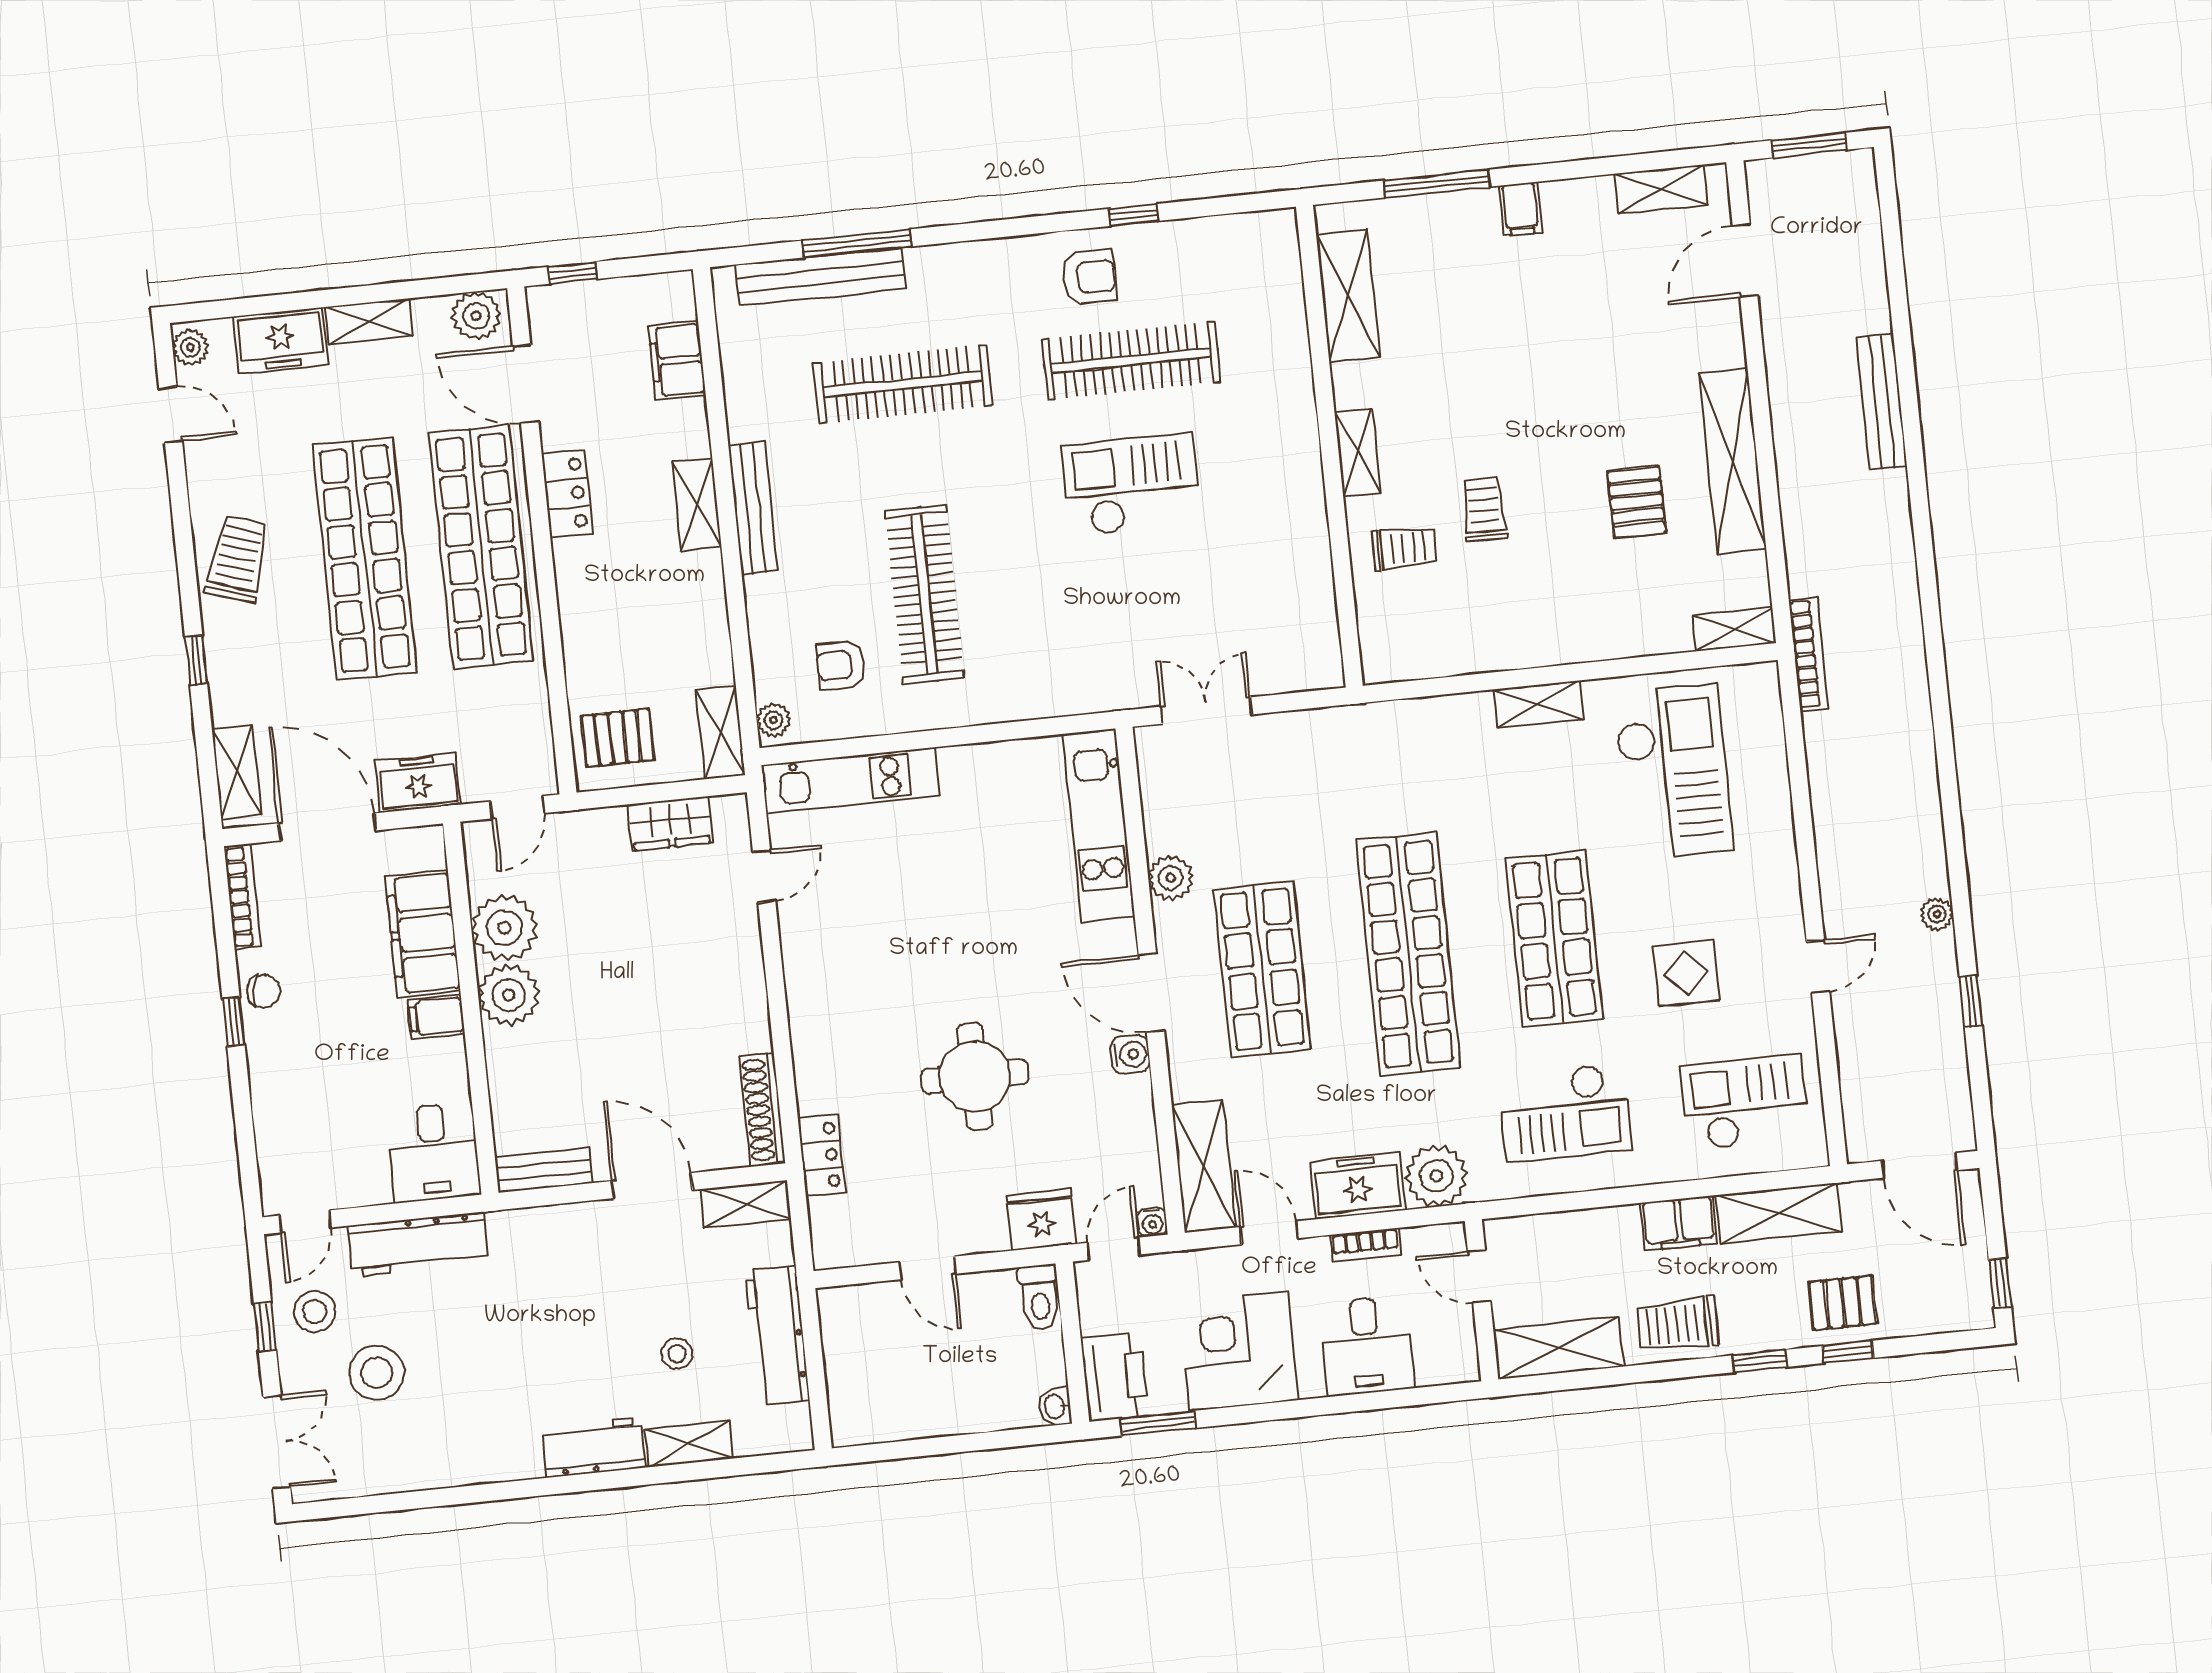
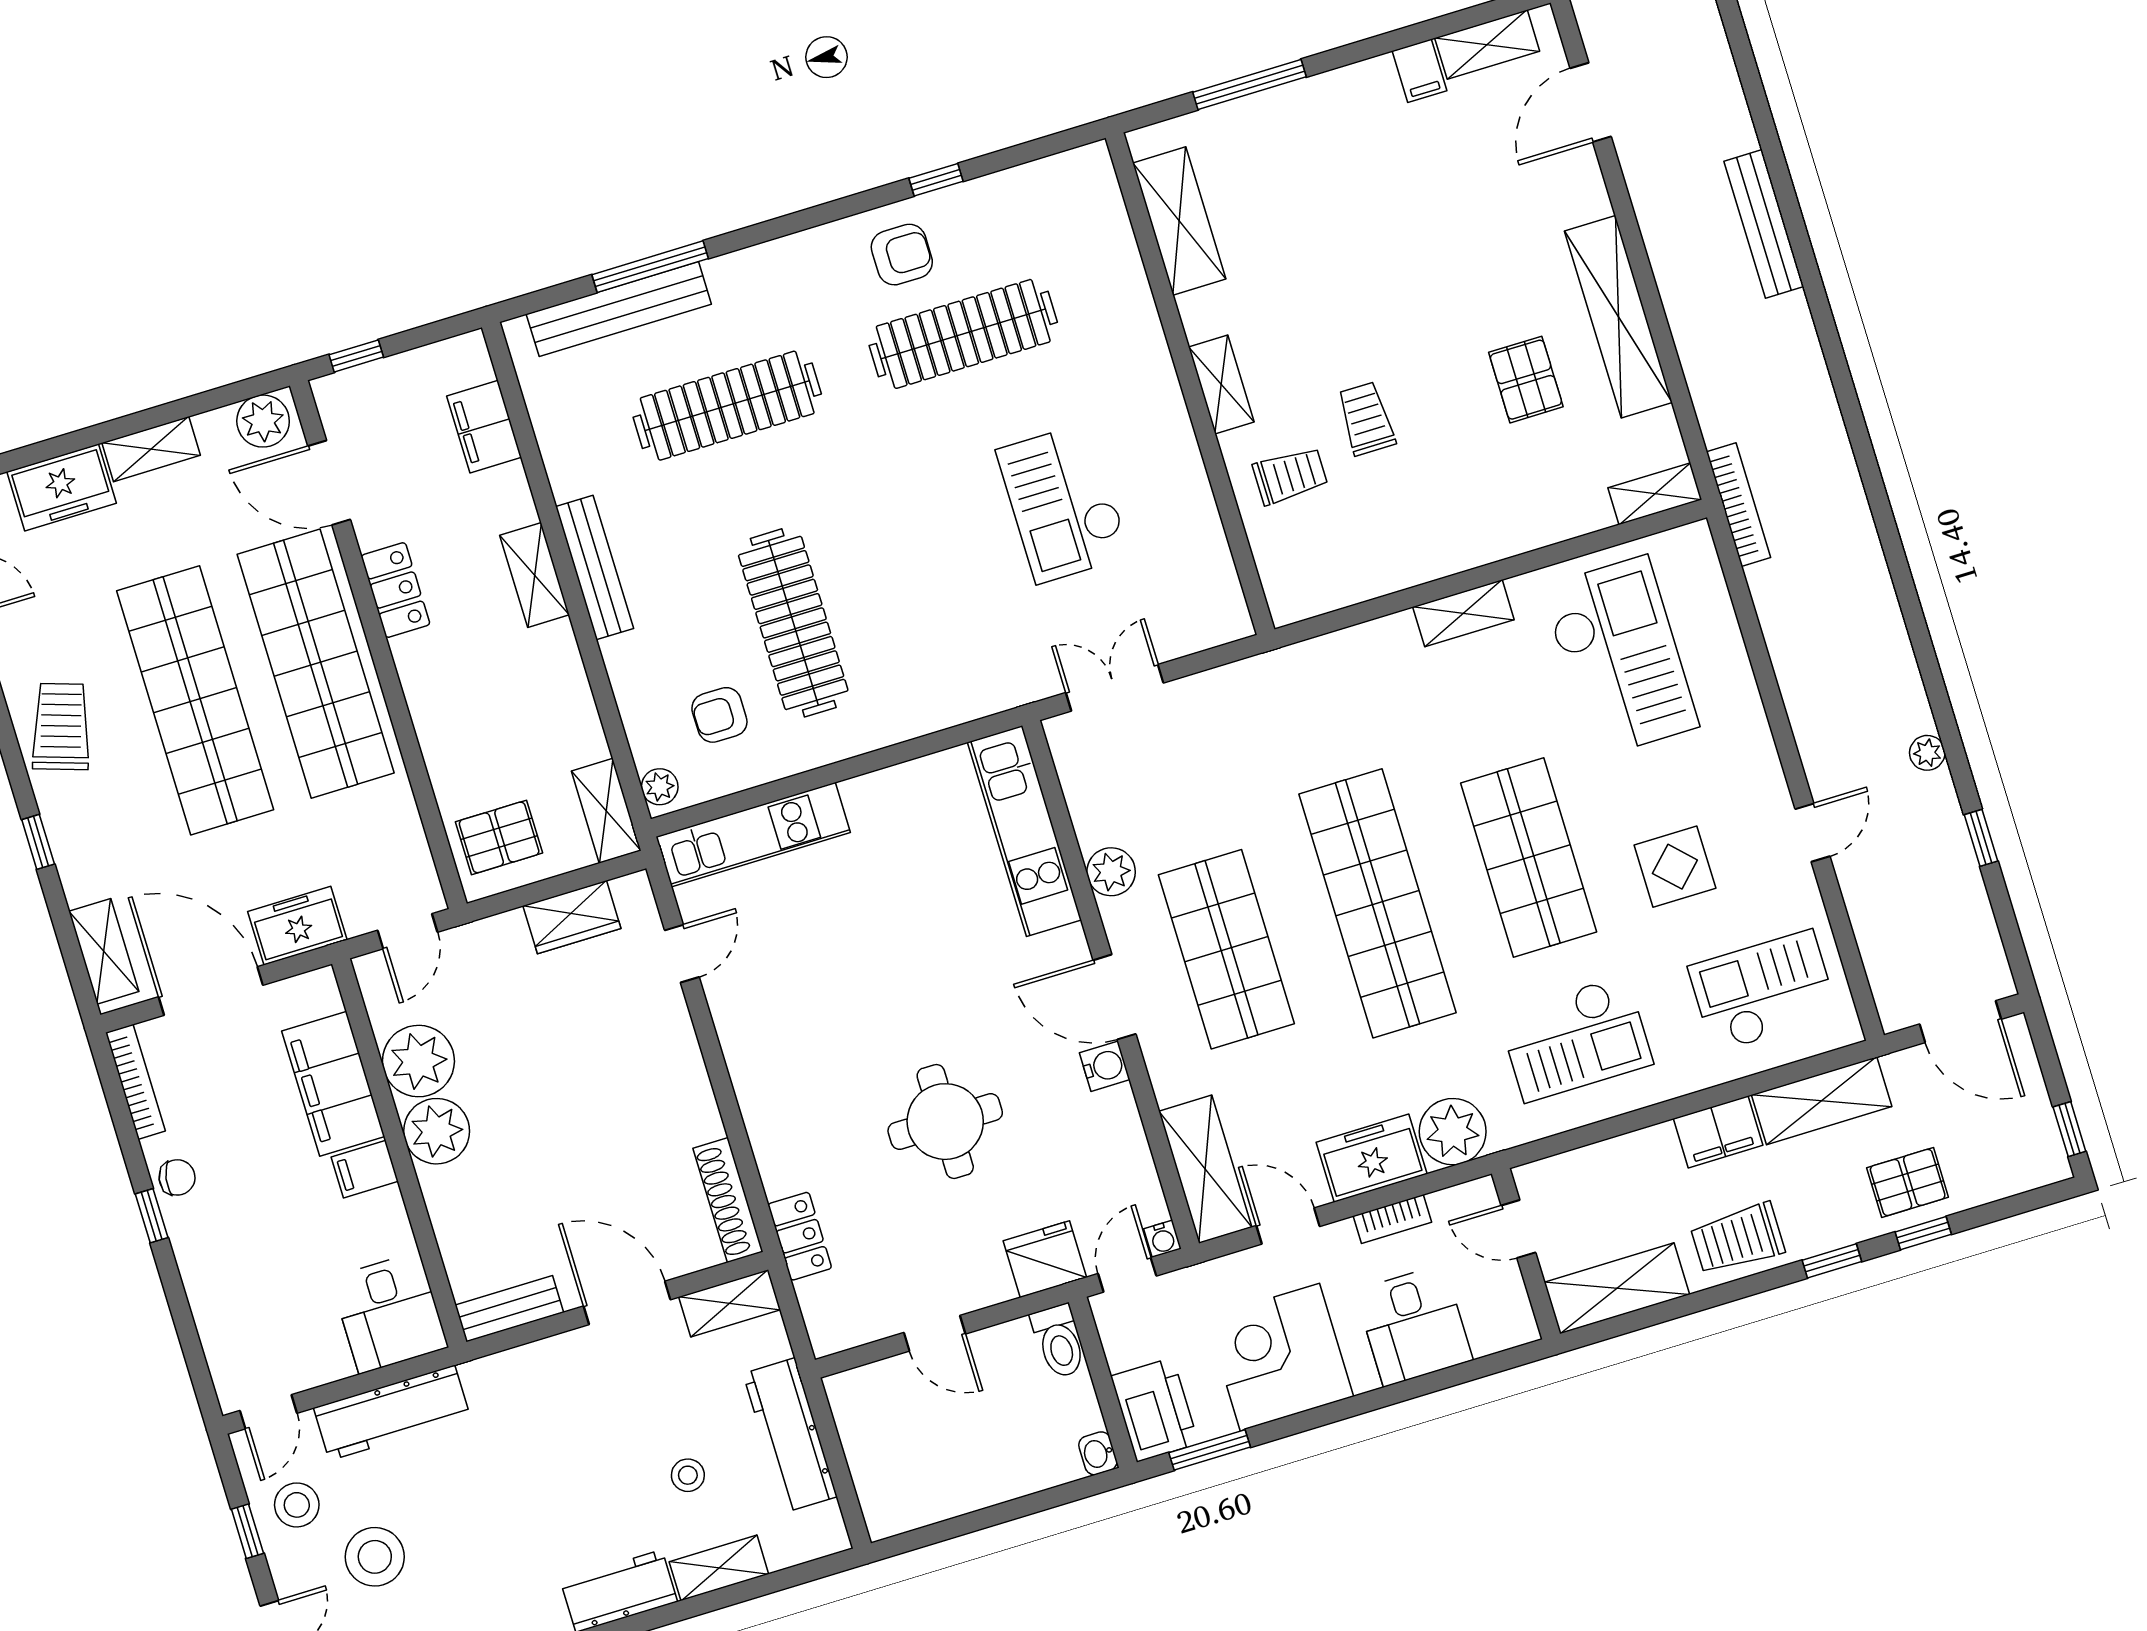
filing cabinet: (1520, 209) -> (1420, 71), moved
checkout: (1131, 485) -> (1063, 503), moved, turned -90

